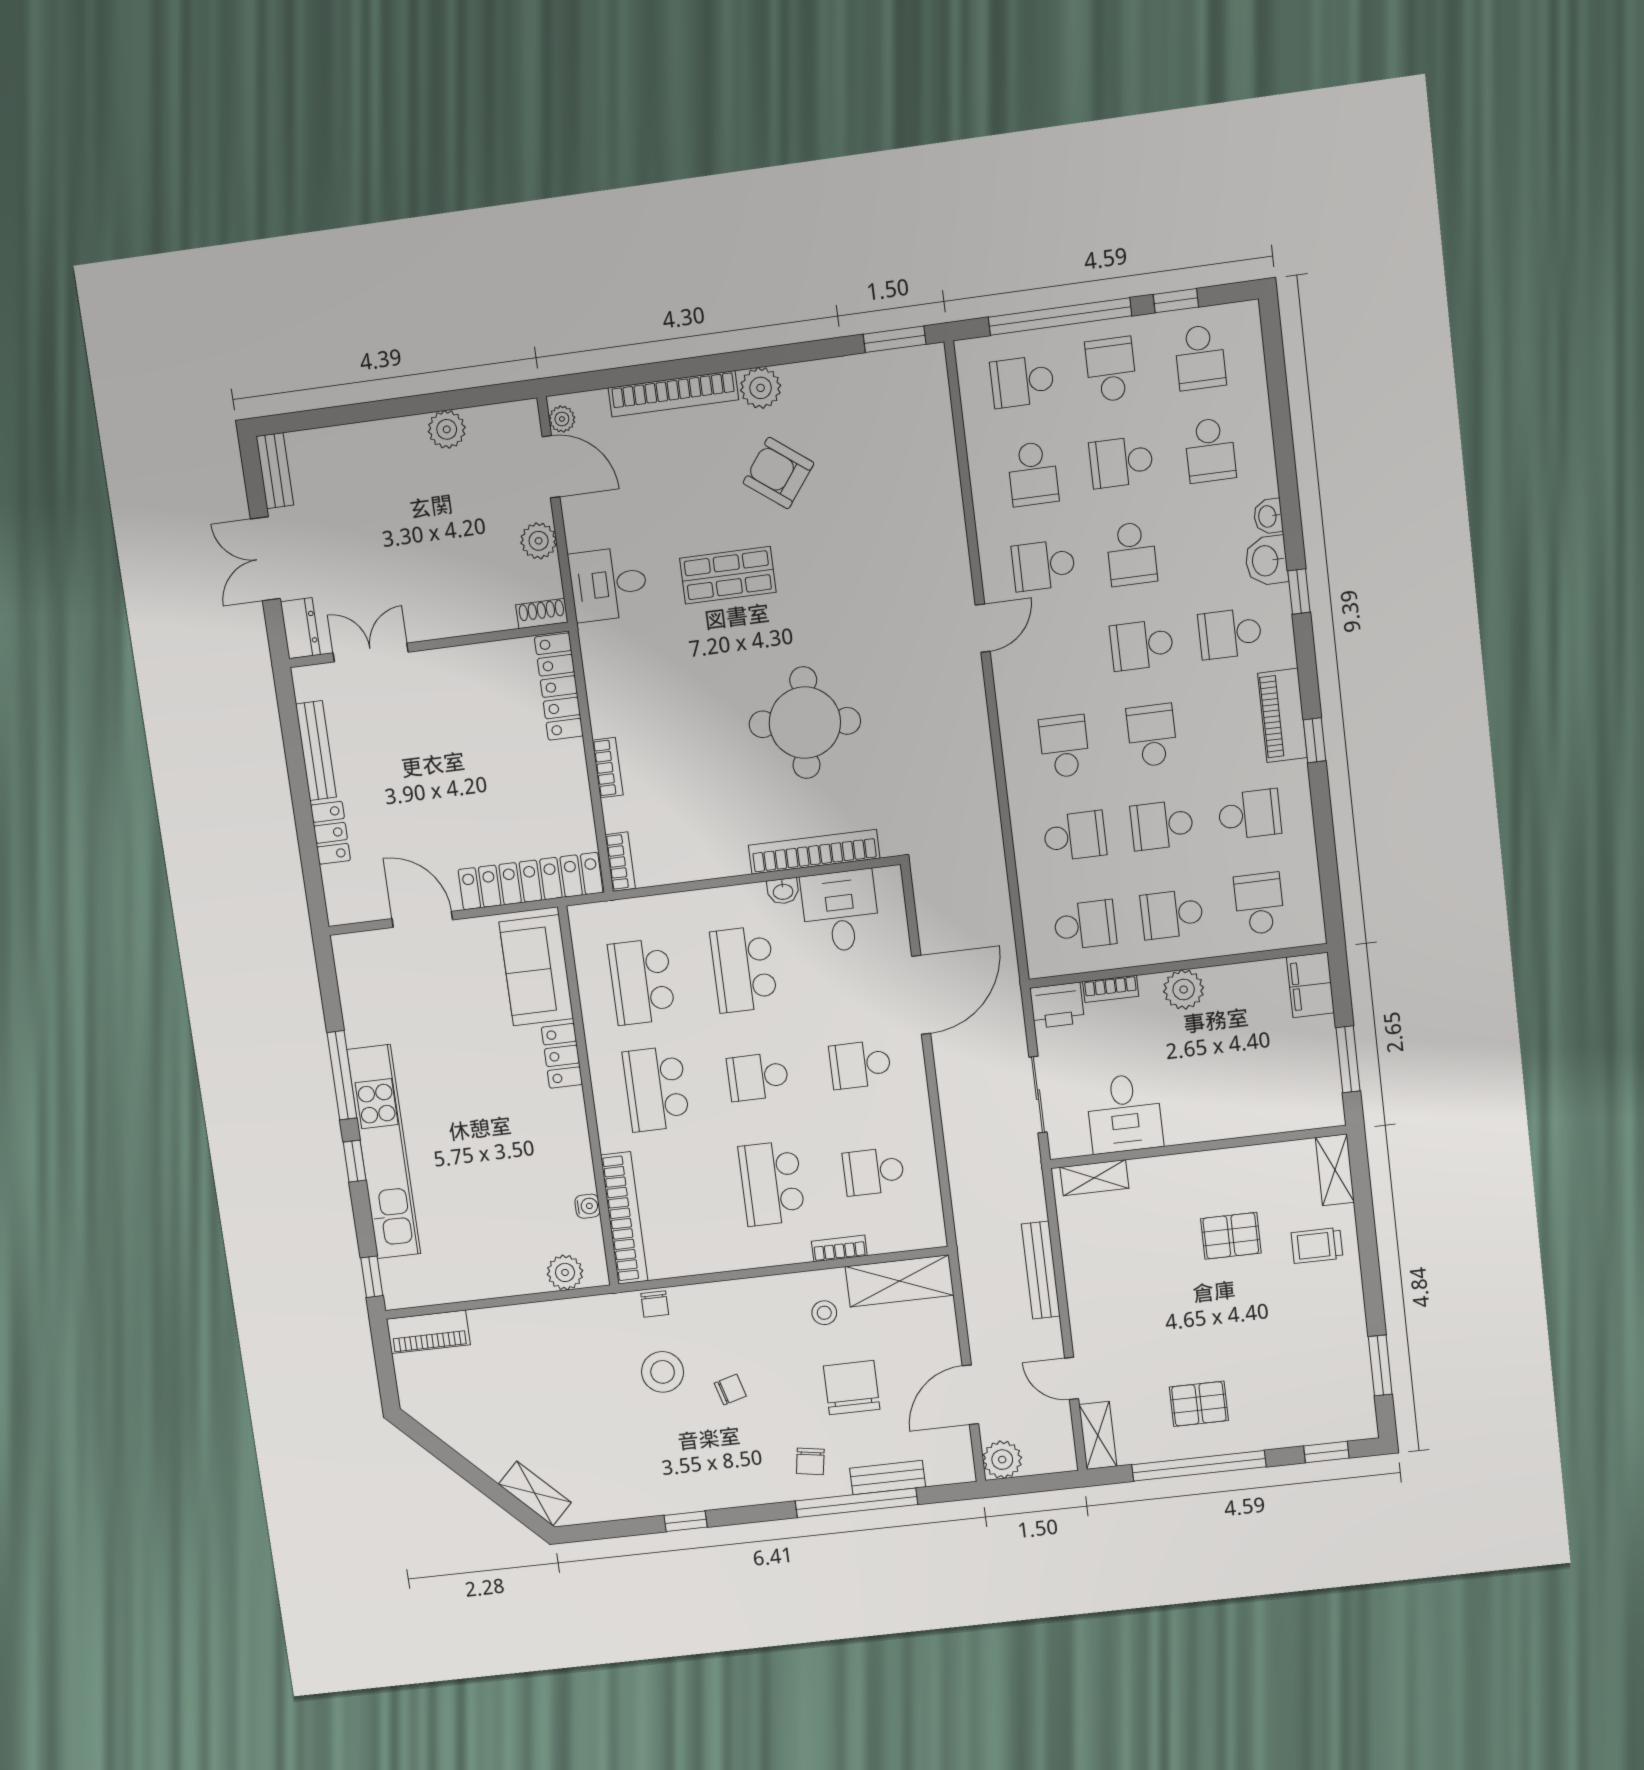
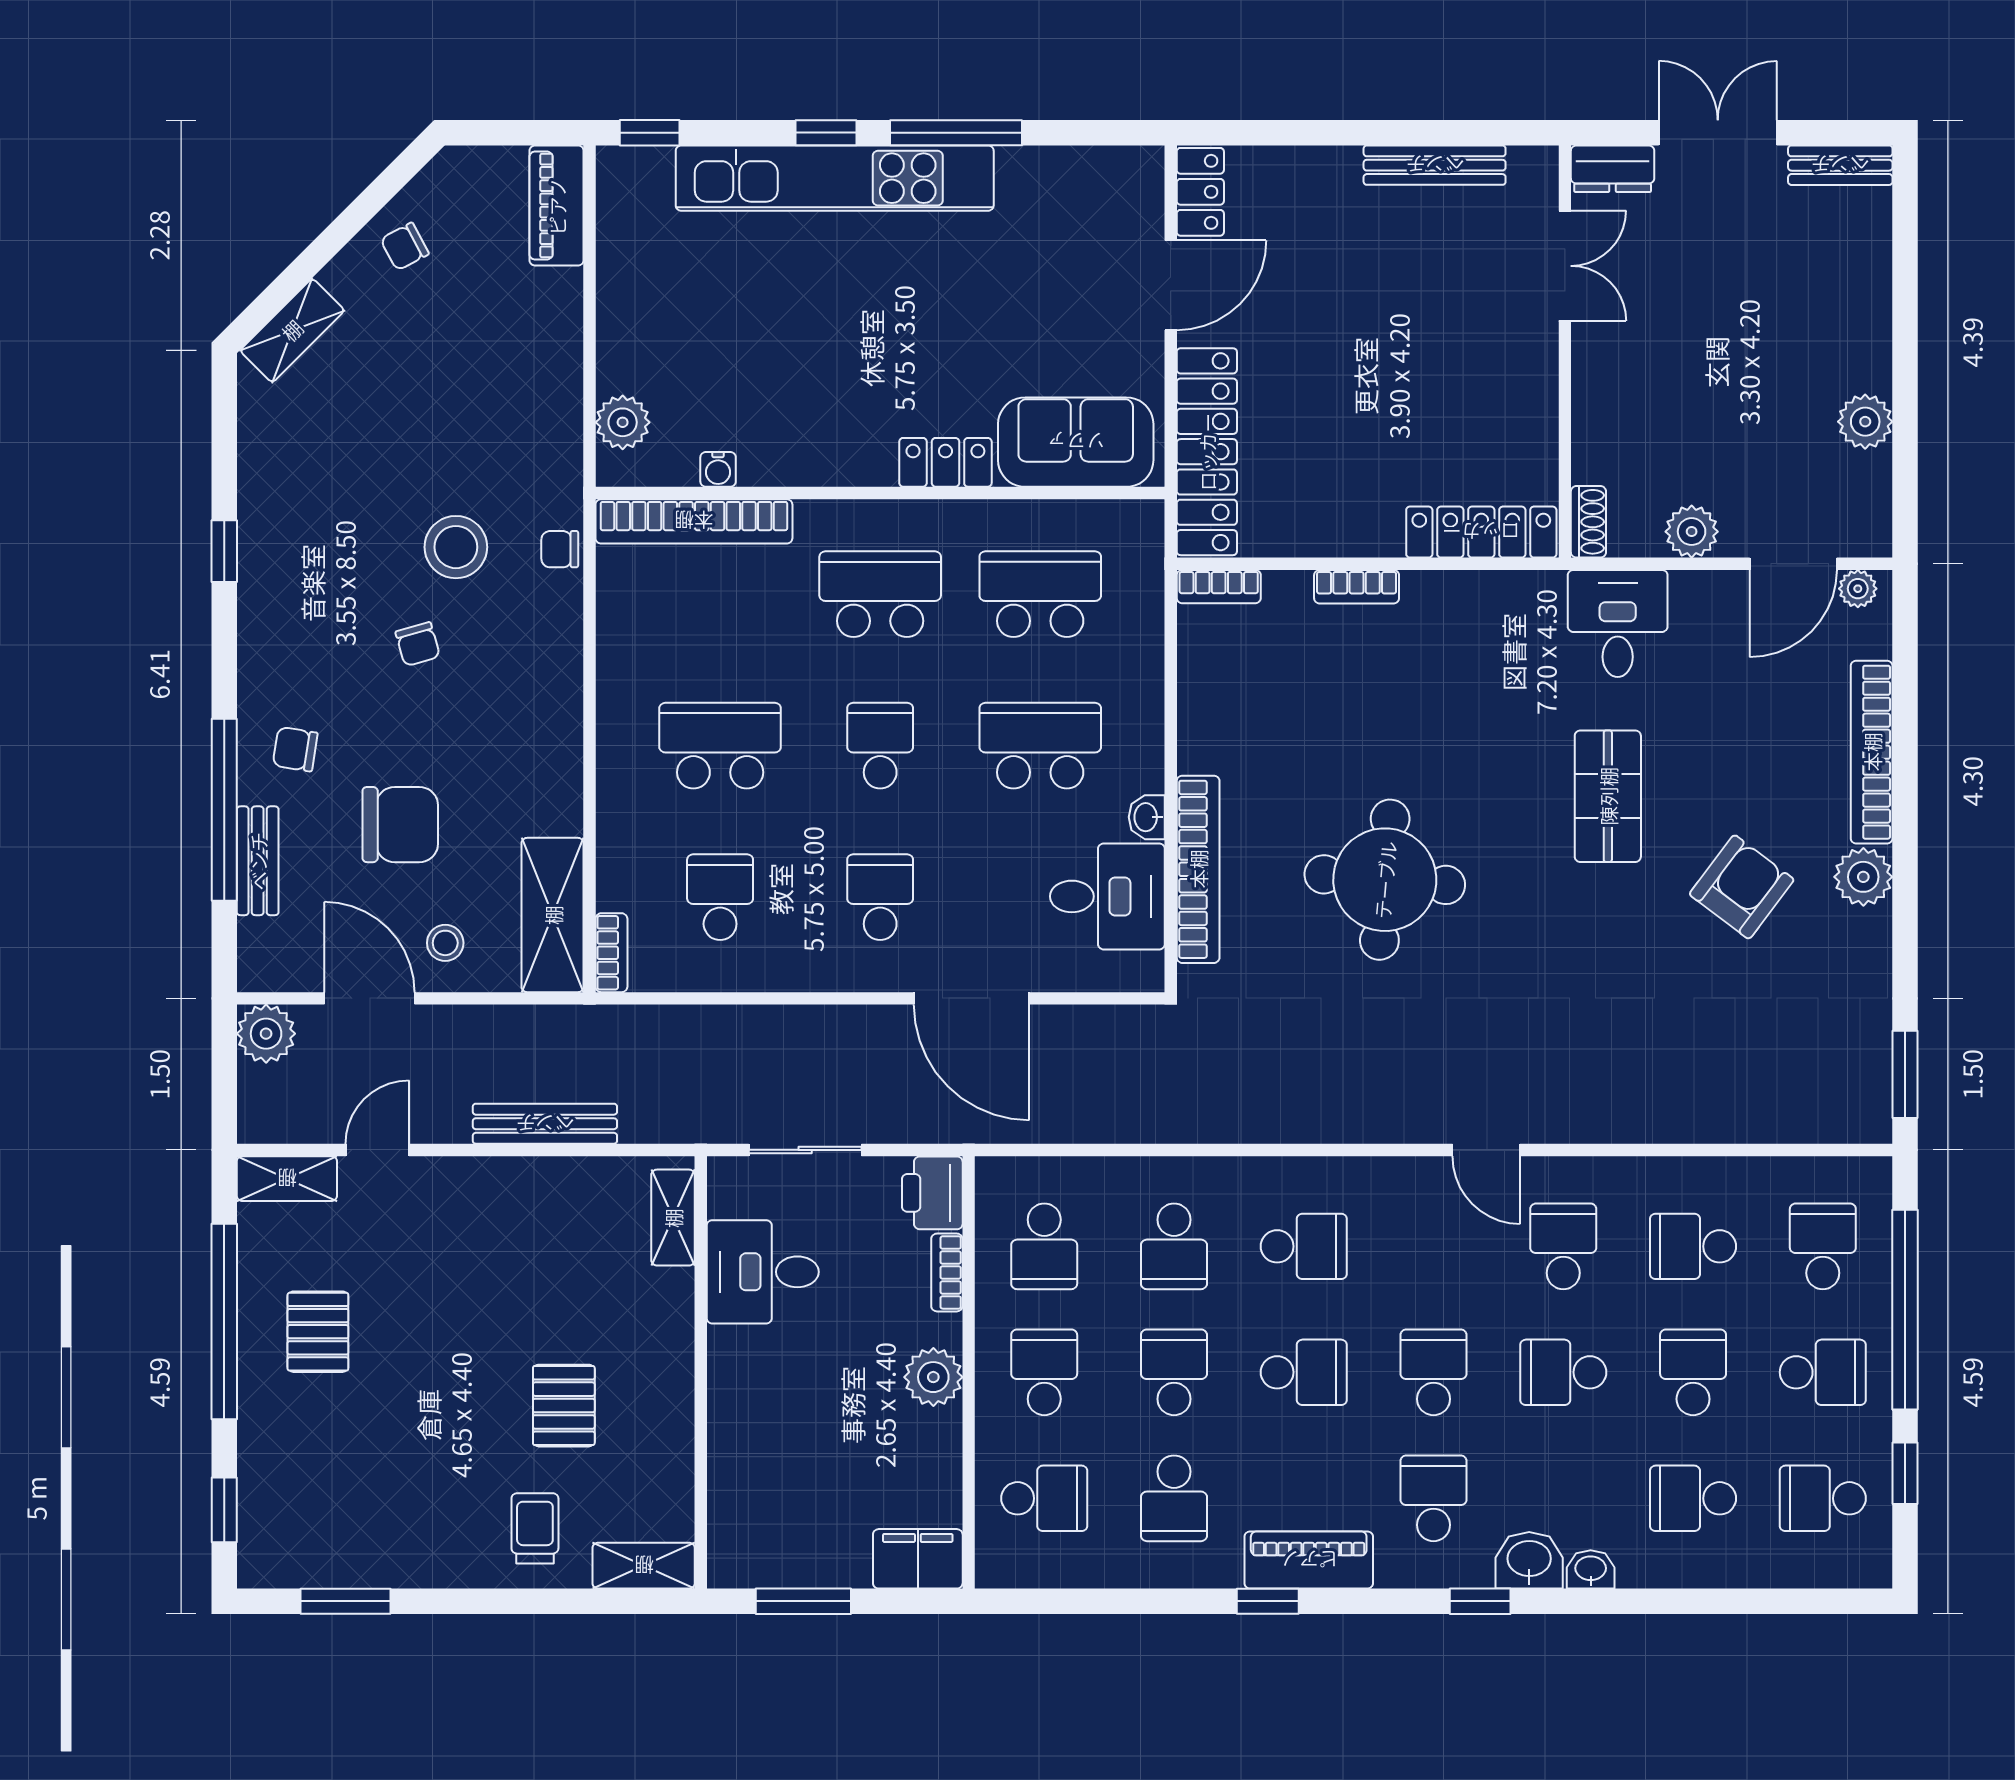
locker: (331, 833) -> (1200, 192), moved, turned -90
bookcase: (839, 1248) -> (611, 953), moved
stool: (824, 1313) -> (445, 943), moved
chair: (470, 1427) -> (405, 247), added

